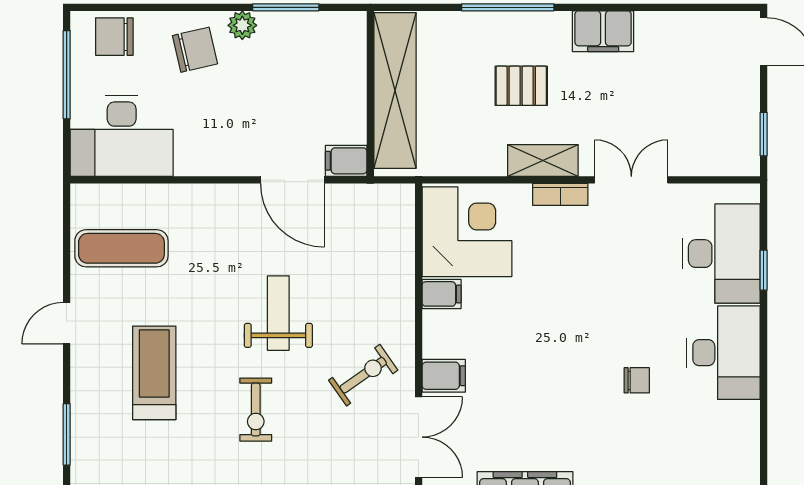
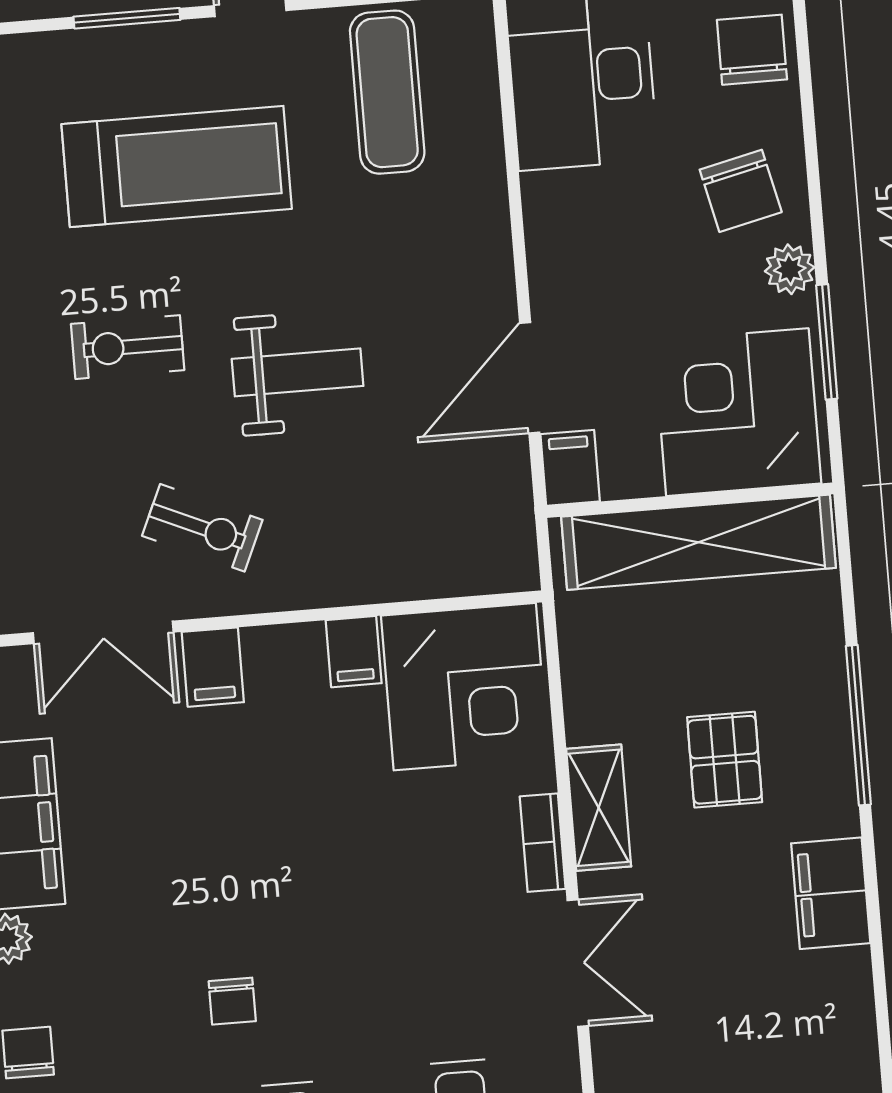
corner desk: (322, 62) -> (737, 412), added
treadmill: (154, 373) -> (177, 166), width x1.37, depth x1.38
exercise bike: (363, 375) -> (202, 528), turned -31
window: (67, 434) -> (127, 18), moved

